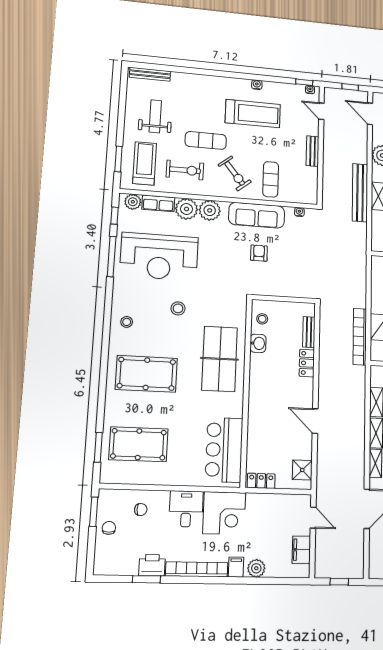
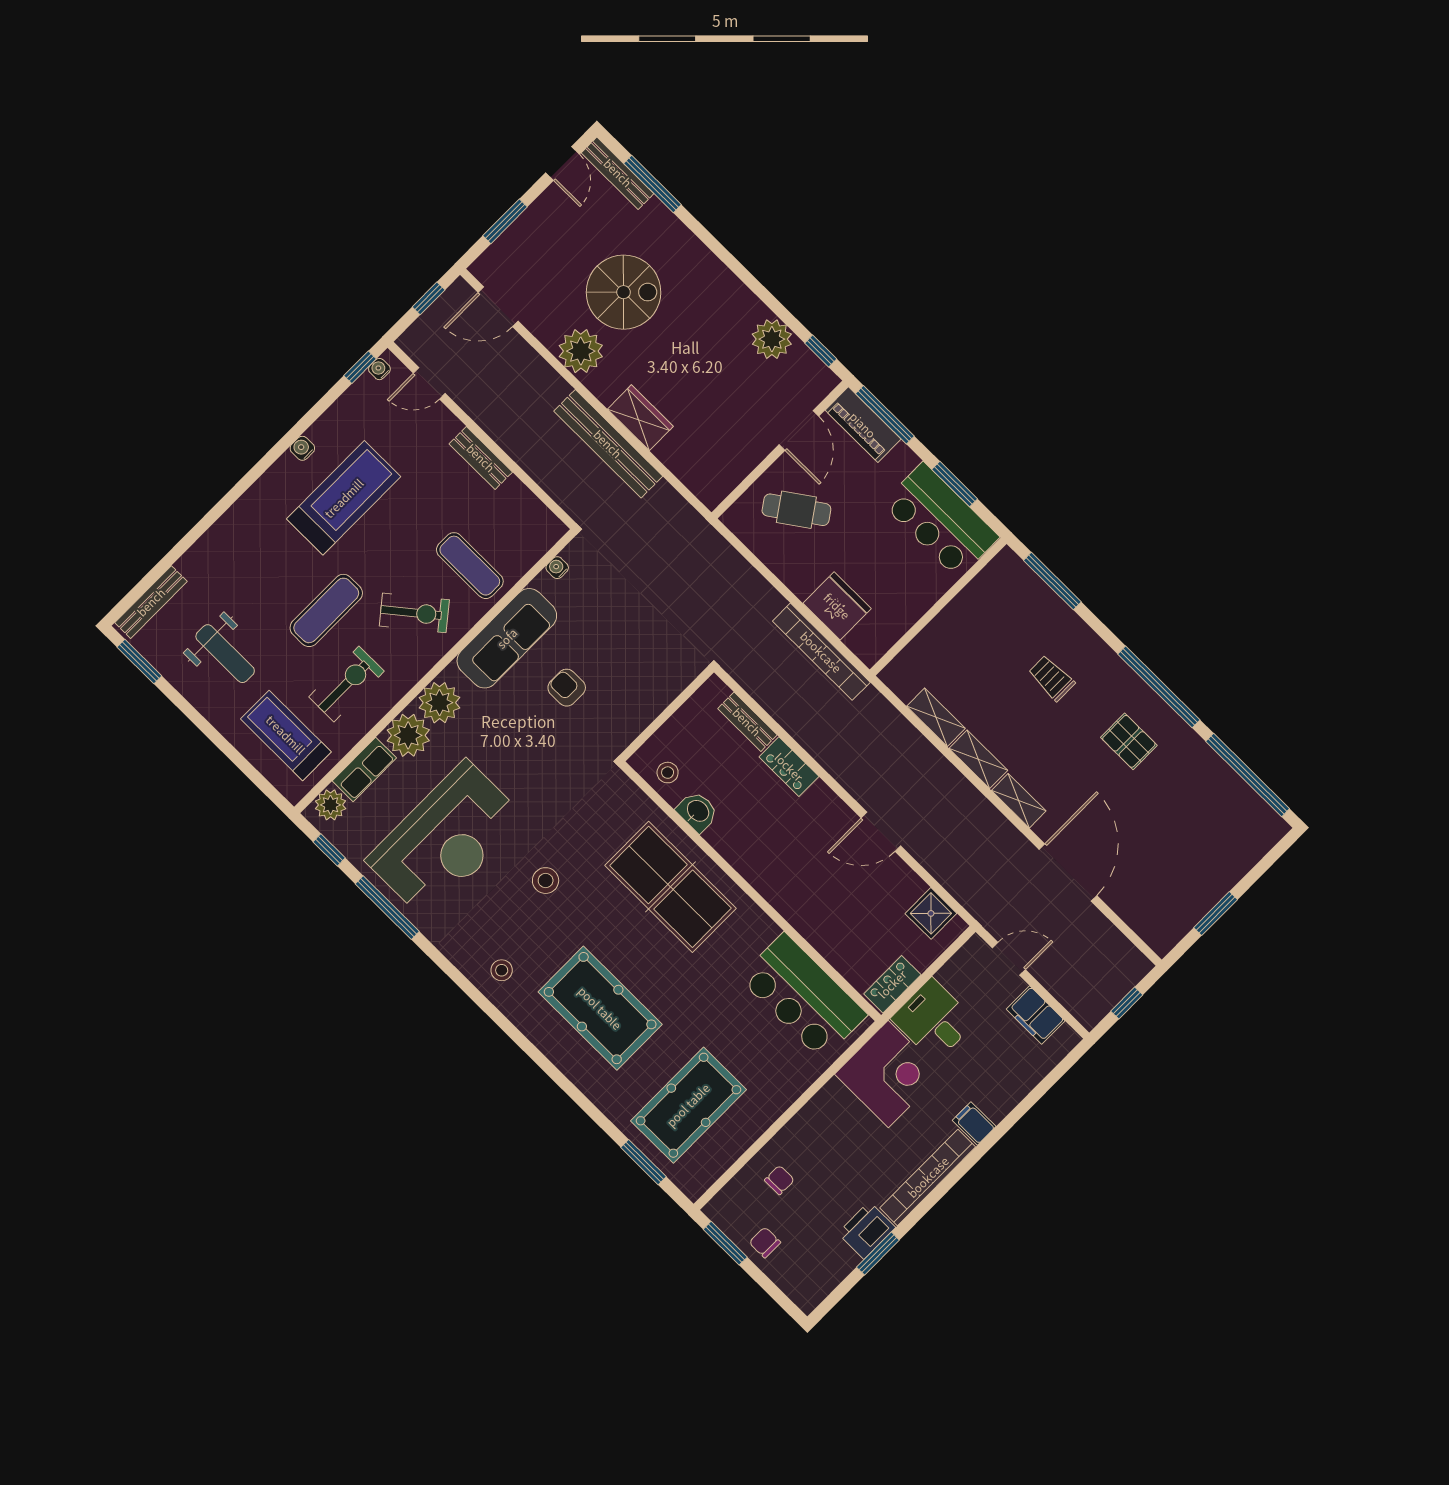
weight bench: (155, 116) -> (225, 654), turned 180
window: (118, 159) -> (139, 661), moved
pool table: (146, 374) -> (600, 1008), turned 90
desk: (186, 509) -> (934, 1020), moved
plant: (256, 568) -> (1002, 1098), removed

